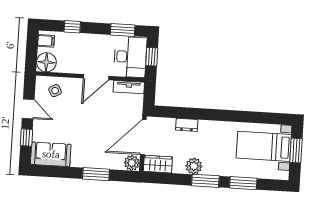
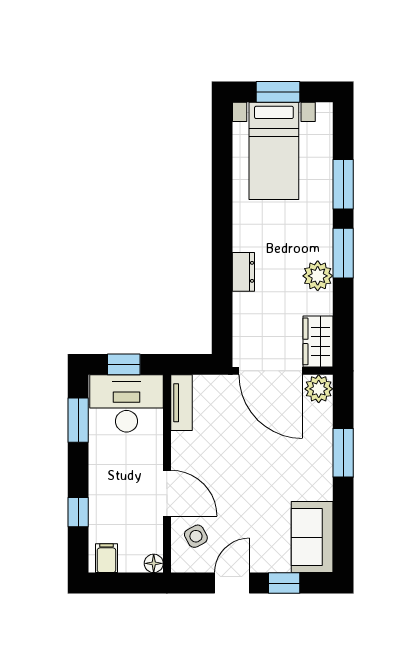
floor lamp: (46, 62) -> (154, 563), width x0.53, depth x0.53
door: (96, 77) -> (167, 493), moved
dresser: (187, 125) -> (243, 272), moved

